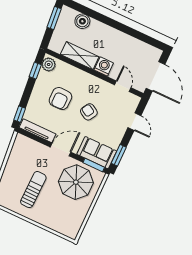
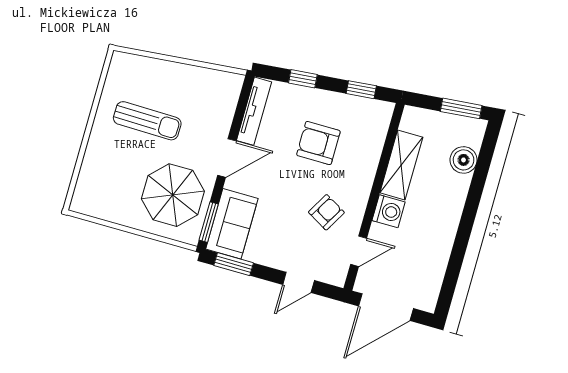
plant: (49, 64) -> (376, 112), removed
armchair: (89, 112) -> (326, 212), moved
window: (20, 114) -> (303, 79), moved
door: (61, 150) -> (227, 158), hinge flipped

